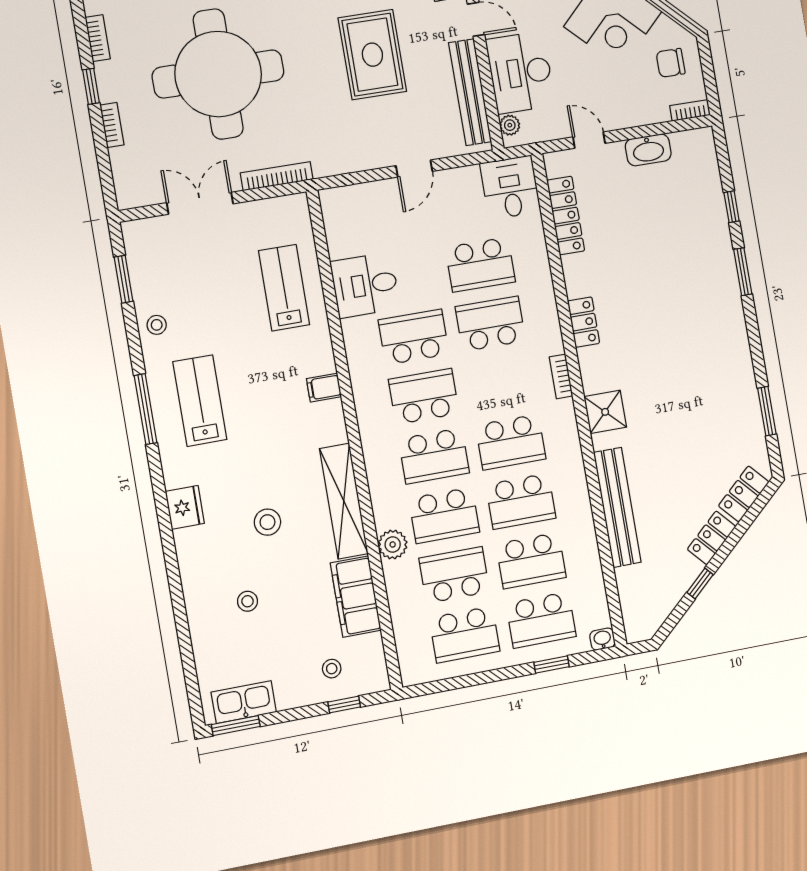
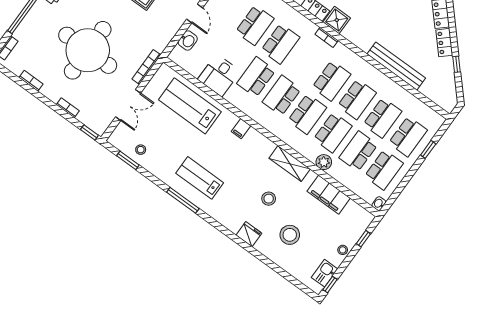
window: (91, 86) -> (89, 132), moved
washbasin: (369, 196) -> (188, 40), added
double door: (200, 203) -> (128, 105), swing flipped
lab bench: (284, 288) -> (190, 106), width x1.36, depth x1.39
school desk: (490, 324) -> (280, 44), turned 180
stool: (157, 325) -> (141, 150), moved
shower: (605, 412) -> (337, 20), moved
shelving: (344, 501) -> (290, 164), width x0.68
fridge: (185, 507) -> (249, 234), moved
stool: (248, 601) -> (290, 235), width x1.89, depth x1.89
washbasin: (602, 639) -> (379, 204), moved
stool: (332, 669) -> (343, 250), moved
kitchen sink: (244, 702) -> (325, 273), width x0.73
window: (236, 726) -> (330, 285), width x0.67

